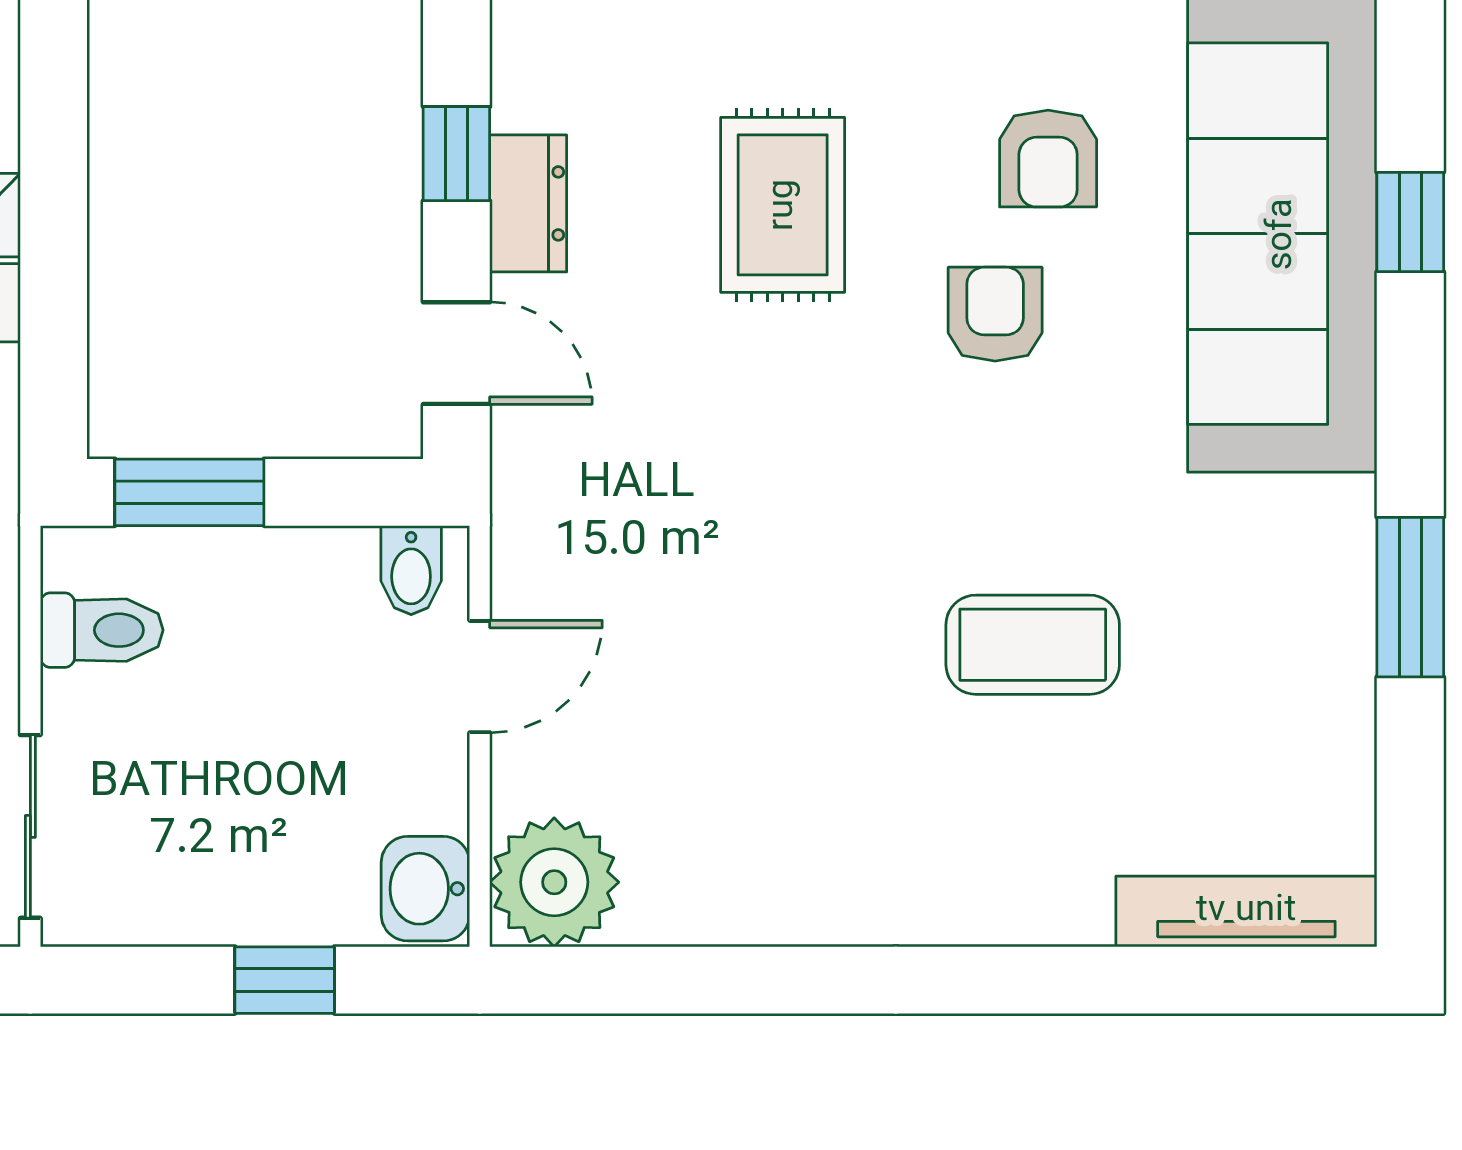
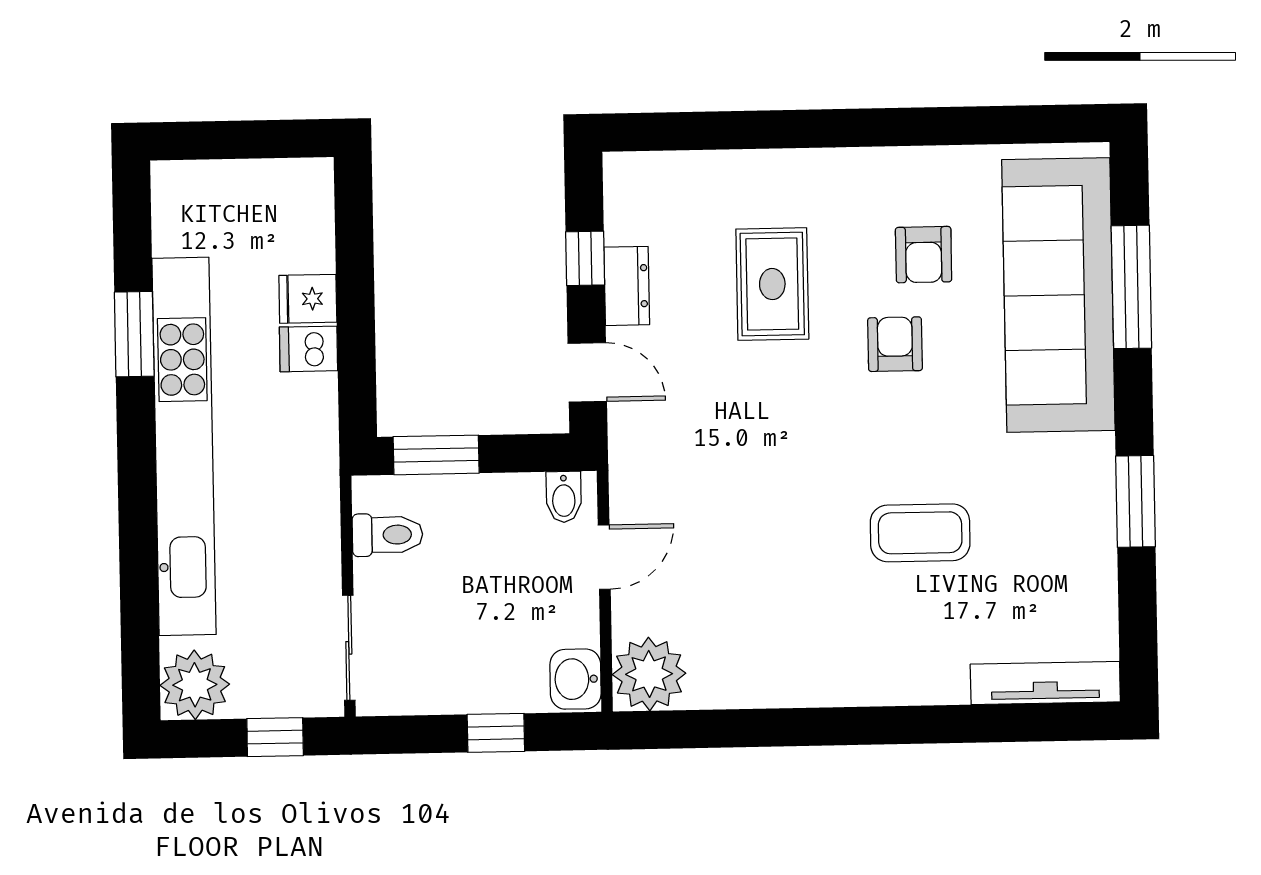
window: (1410, 222) -> (1131, 287), width x2.17

